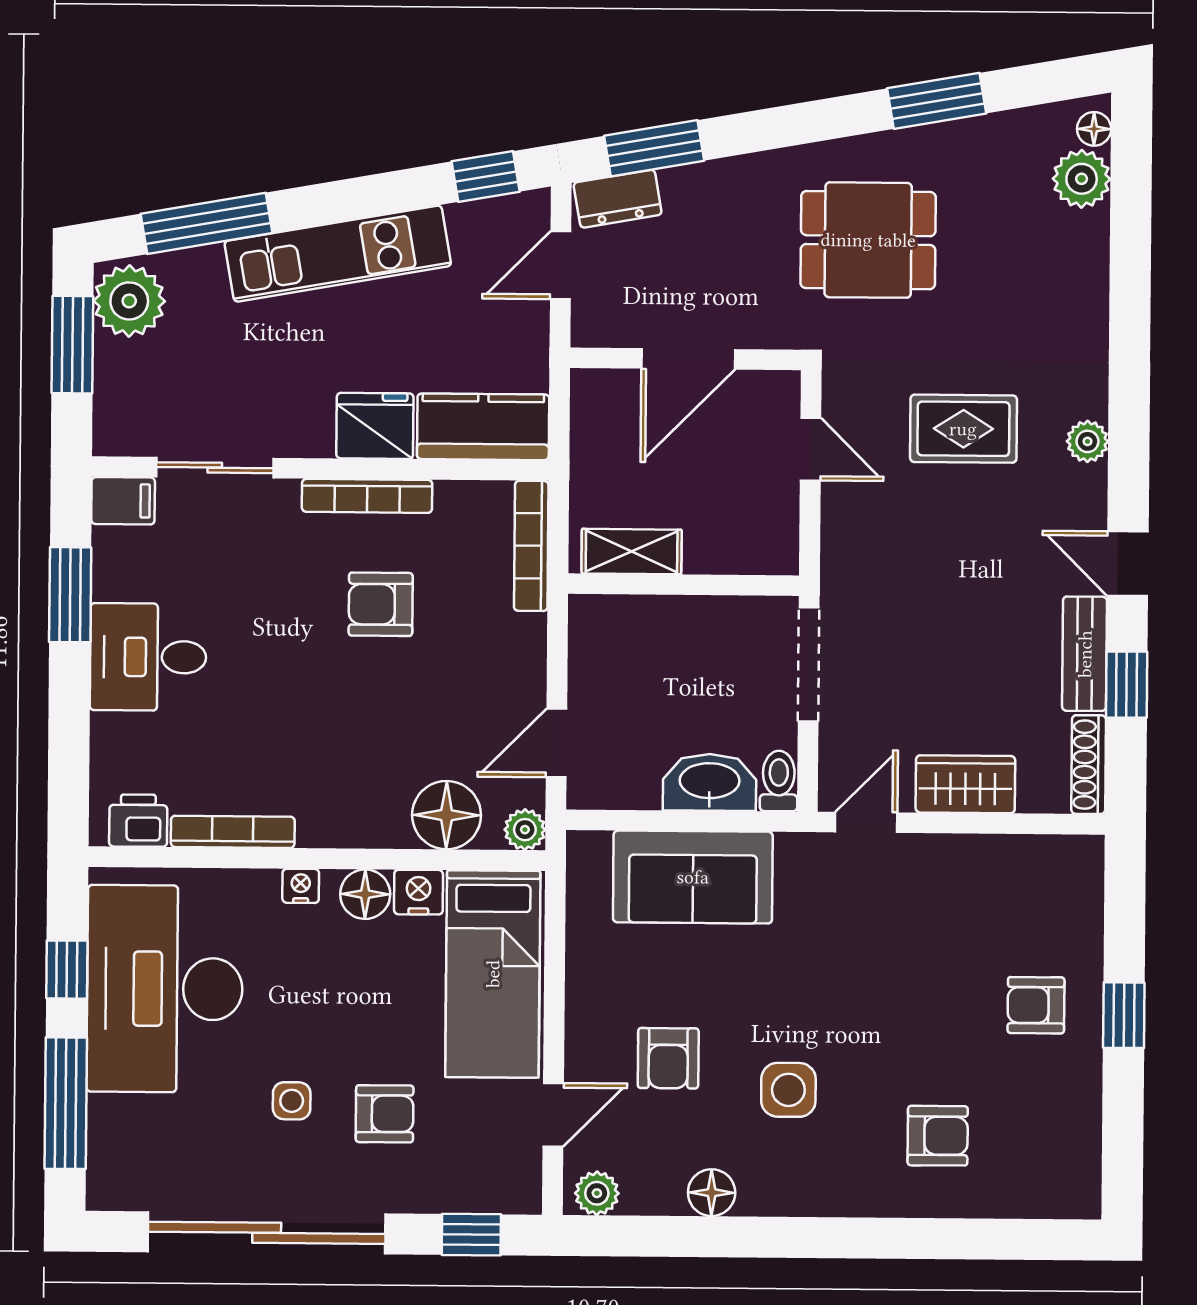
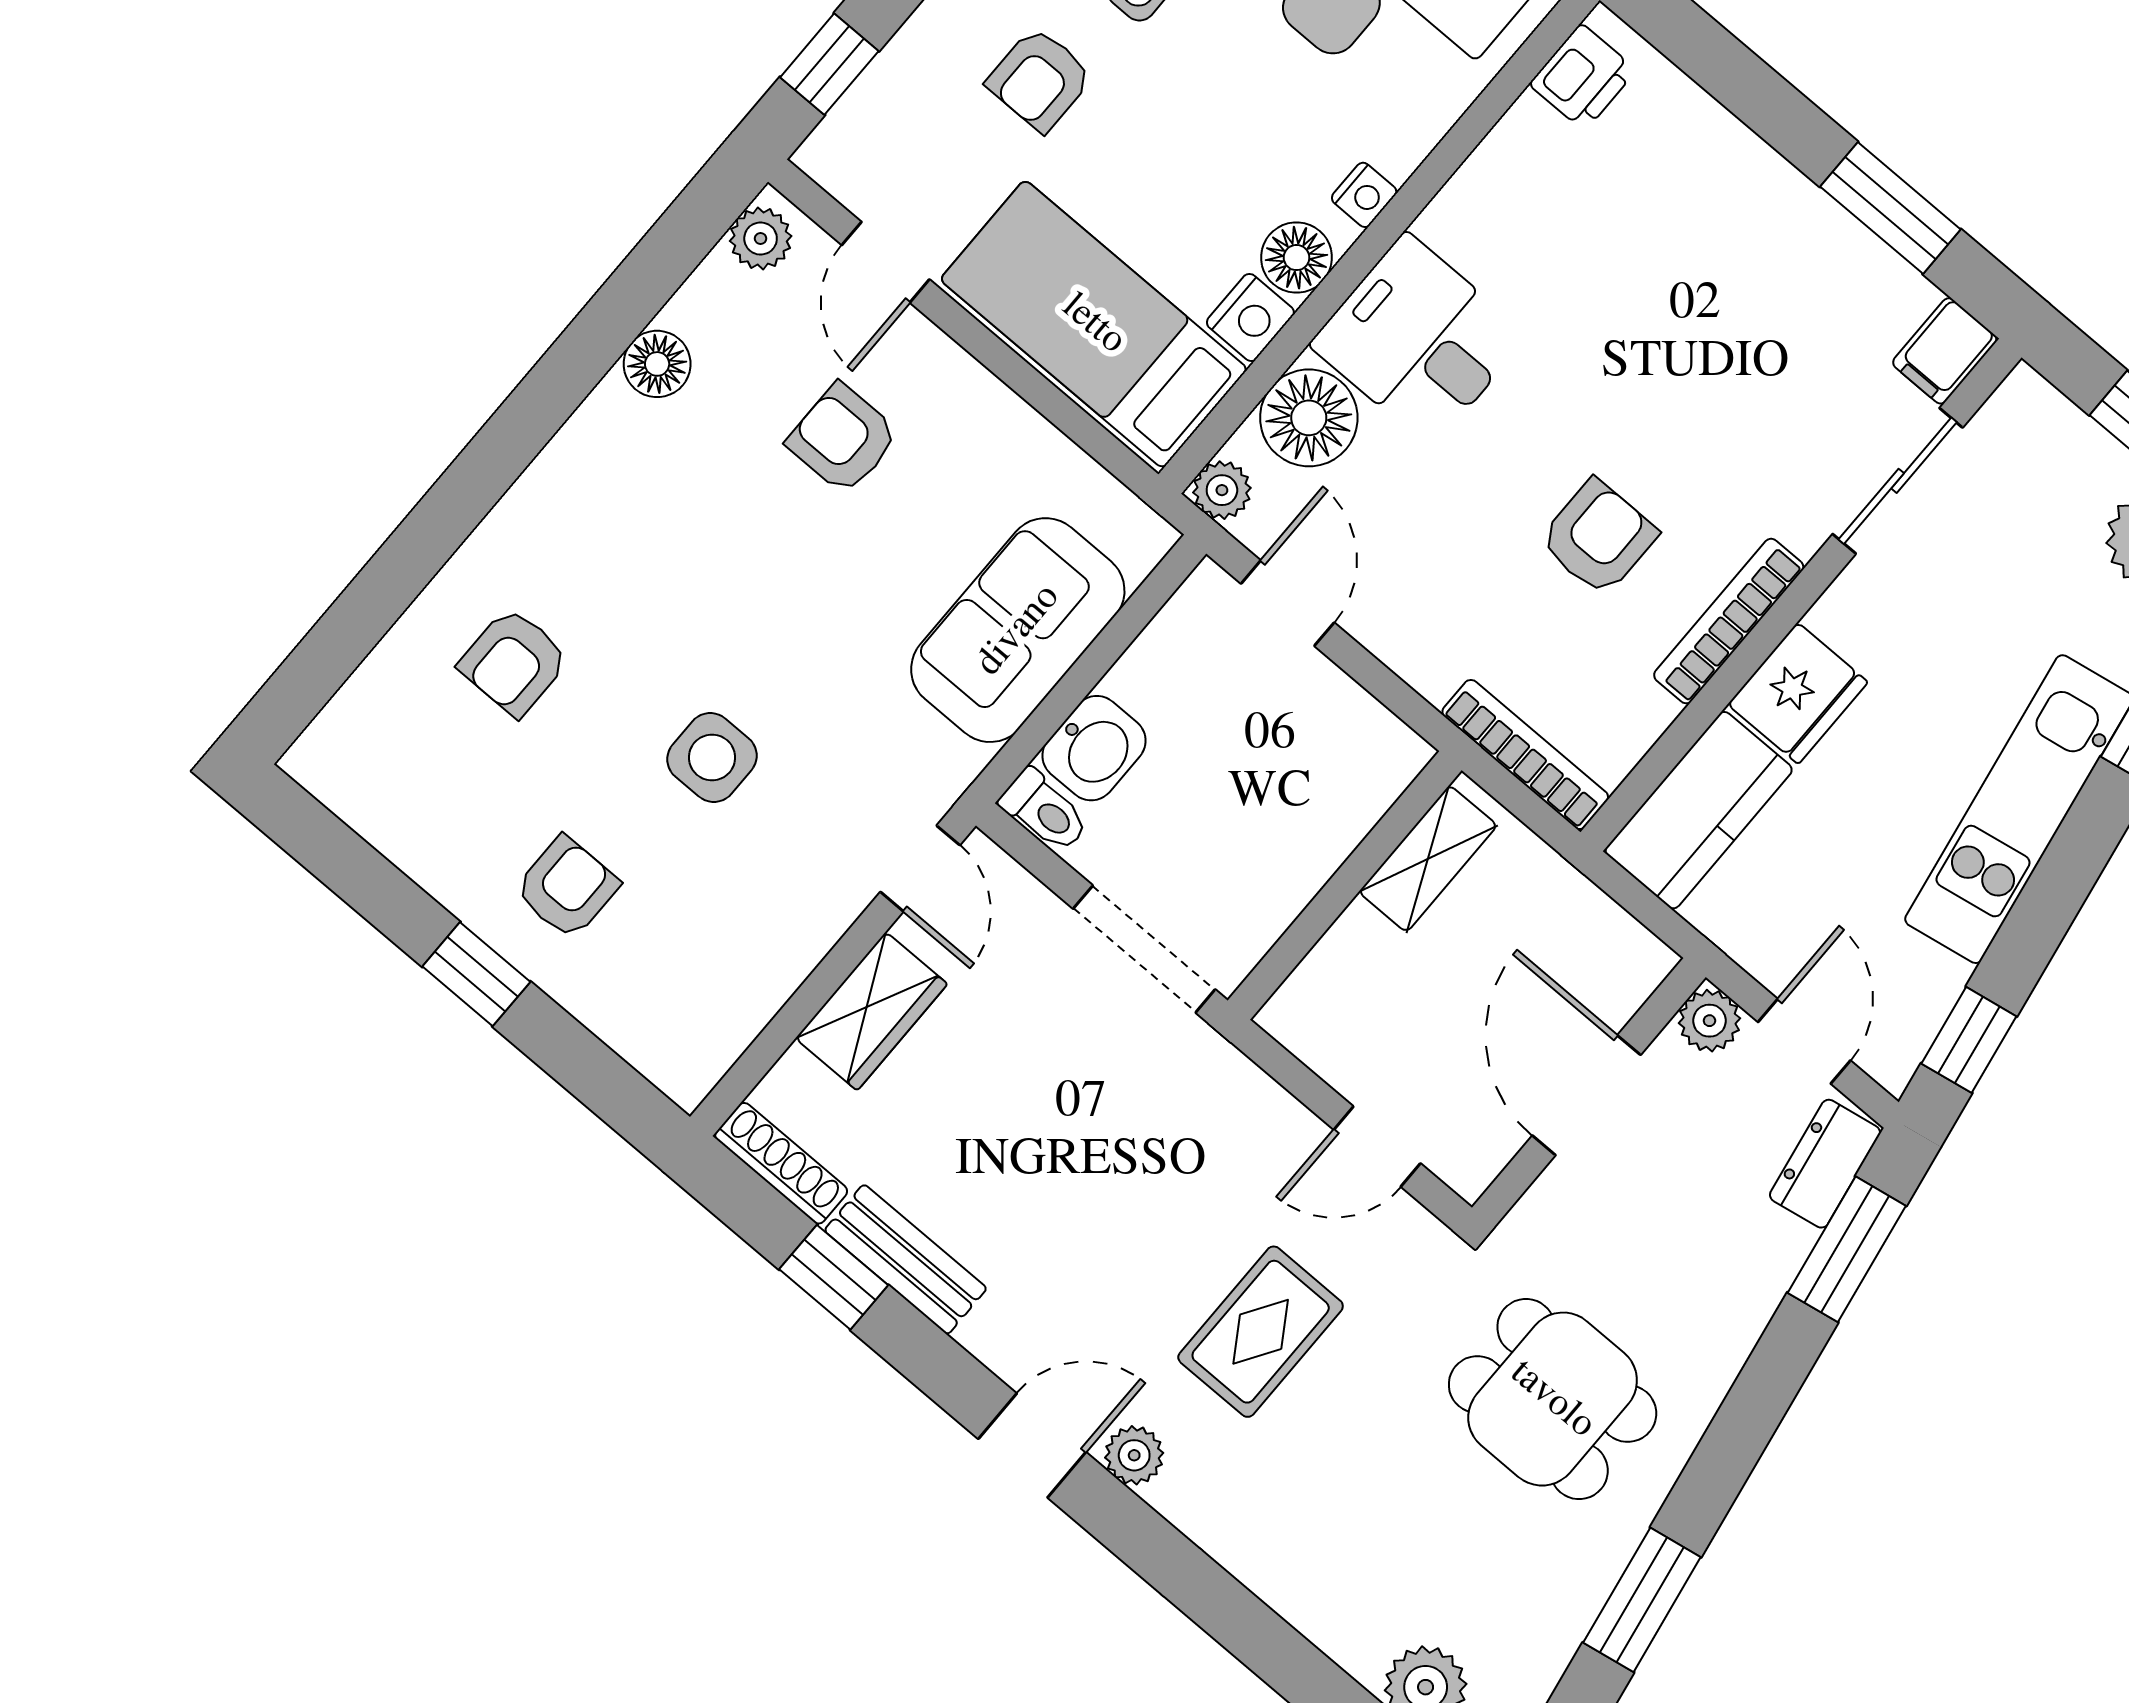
dining table: (868, 240) -> (1553, 1399), turned 90
plant: (592, 326) -> (1709, 1021), added
door: (1128, 564) -> (1032, 1446), moved
desk: (148, 657) -> (1419, 340), moved, turned -90
washbasin: (710, 782) -> (1094, 748), width x0.72
bookcase: (233, 832) -> (1485, 170), removed
side table: (788, 1090) -> (712, 757), moved

